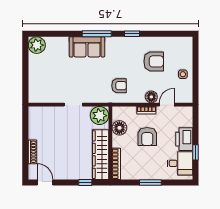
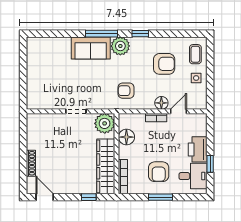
plant: (37, 45) -> (120, 46), moved
coffee table: (182, 53) -> (195, 54), added
armchair: (119, 86) -> (126, 91), turned 180
armchair: (147, 136) -> (159, 172), moved

